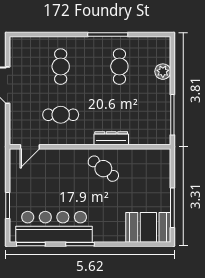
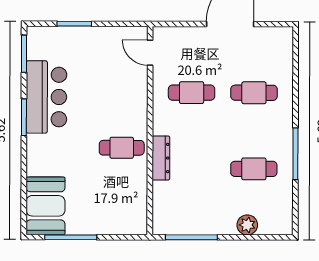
cafe table: (61, 115) -> (192, 93), turned 90
cafe table: (103, 169) -> (122, 148), turned 53
bar counter: (54, 227) -> (46, 97), width x0.73

